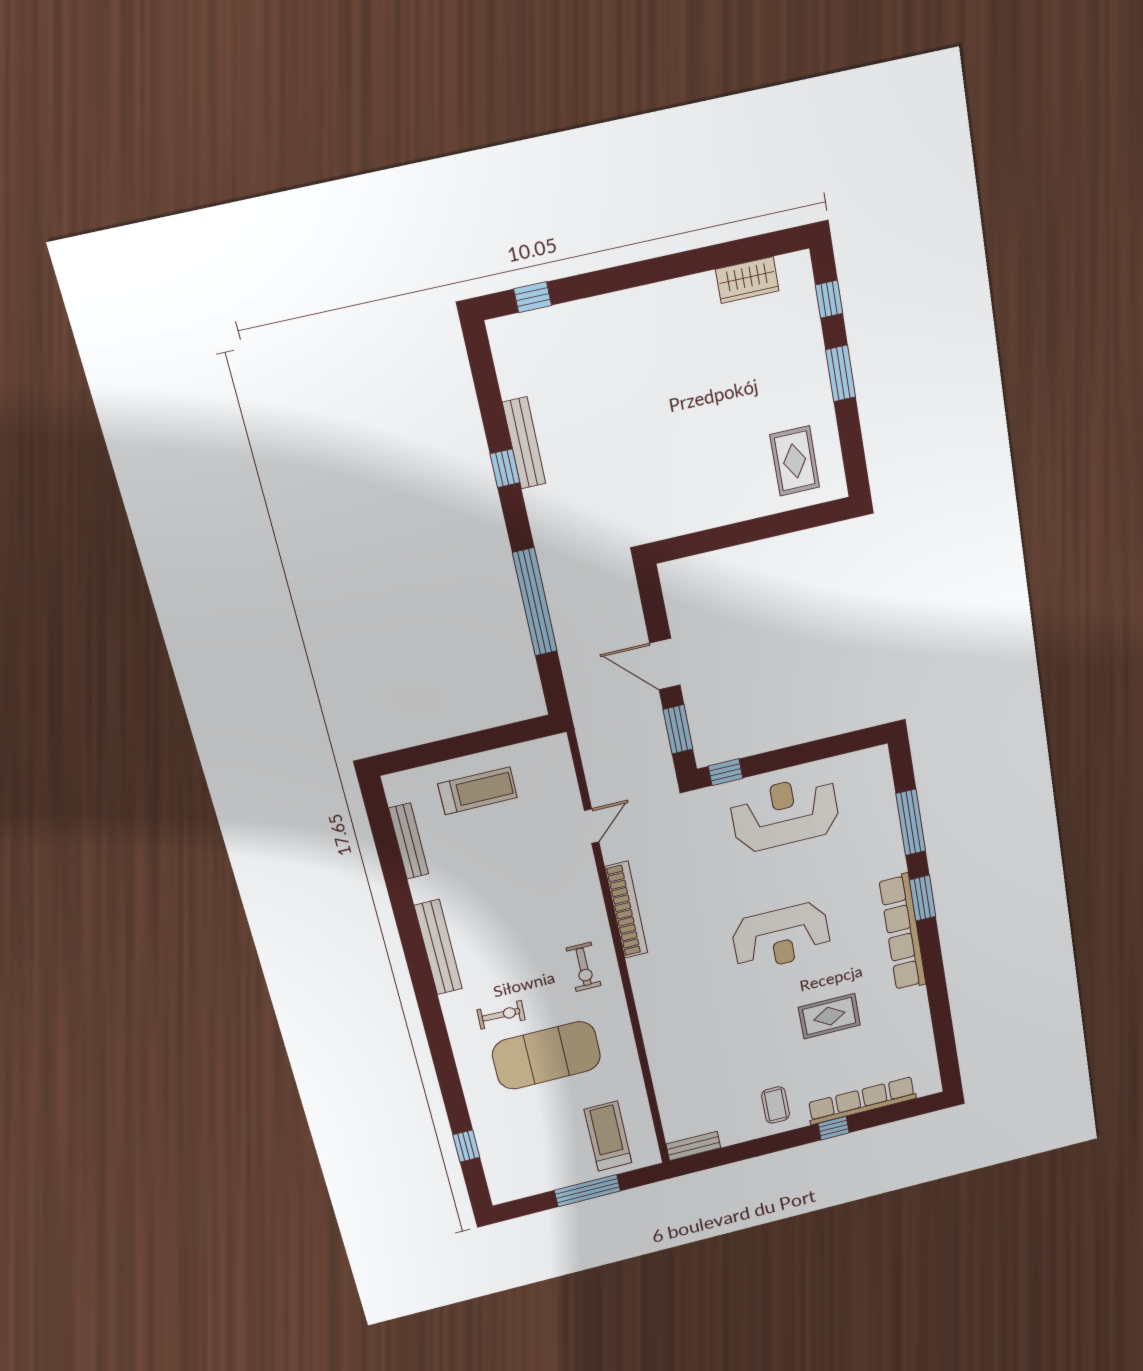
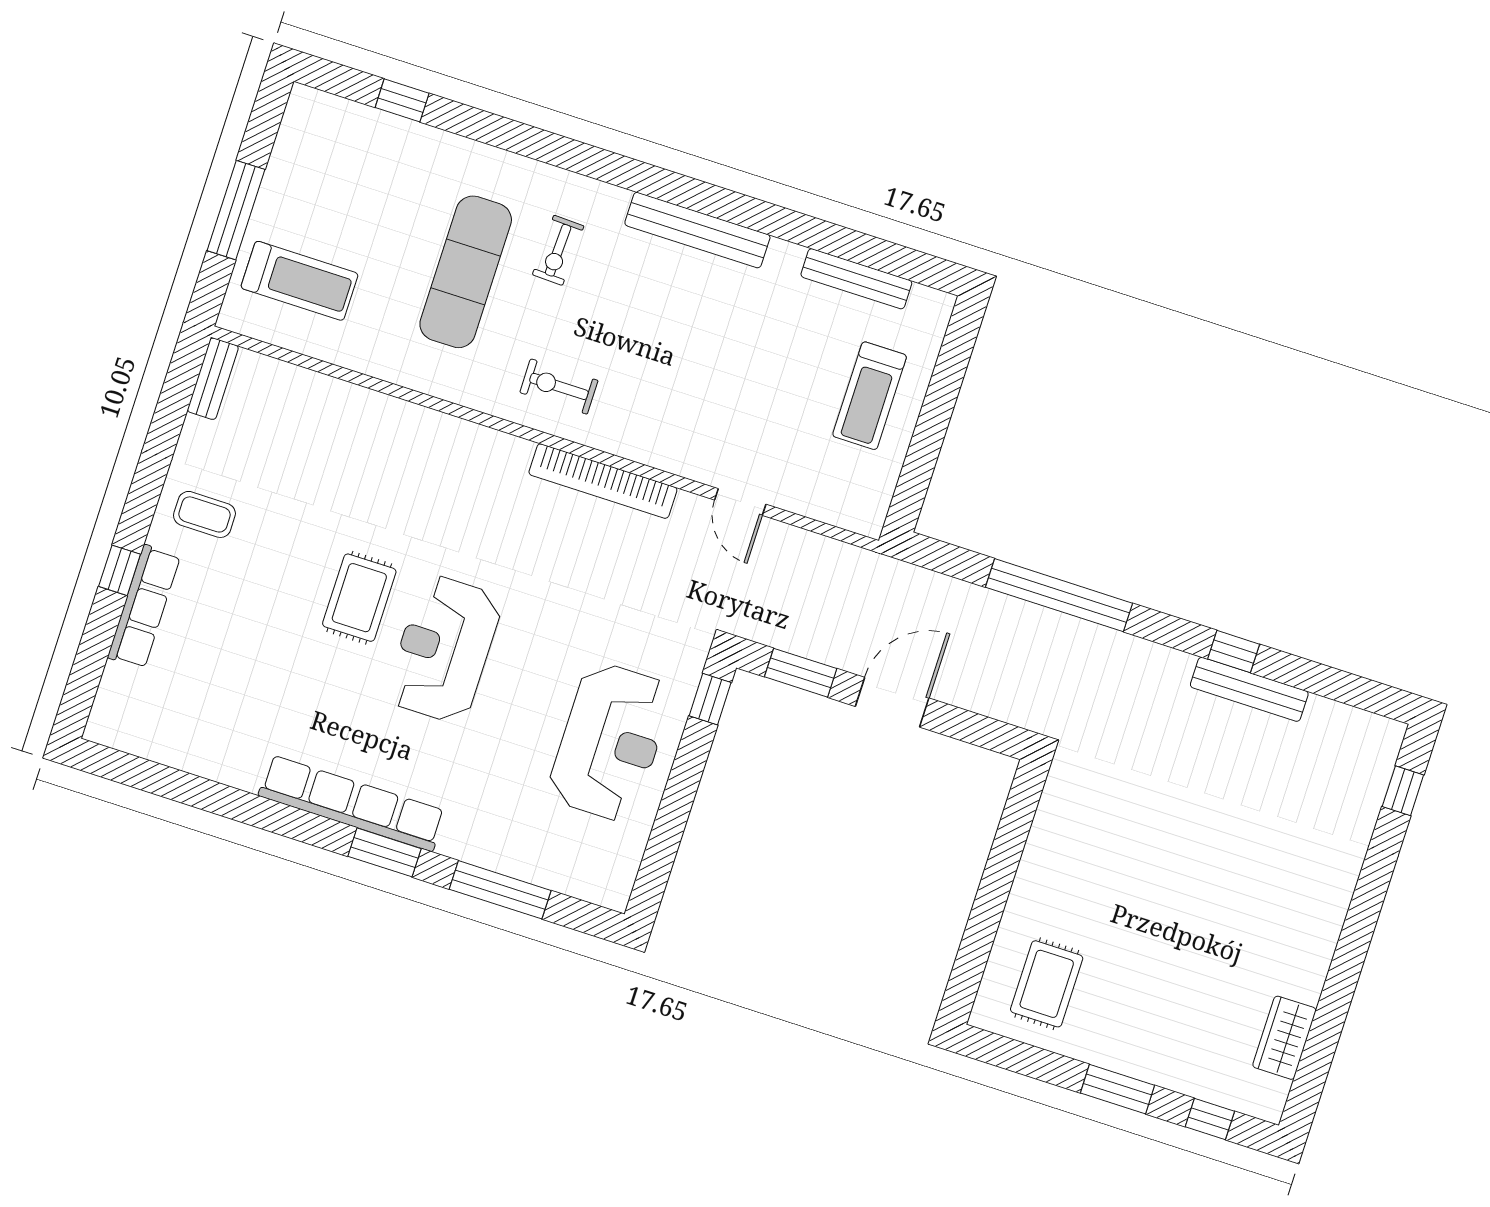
rug: (795, 461) -> (1047, 984), turned 90
rug: (829, 1016) -> (359, 598), moved
exercise mat: (546, 1055) -> (466, 272), width x0.68
row of seats: (862, 1101) -> (144, 607), width x0.73

